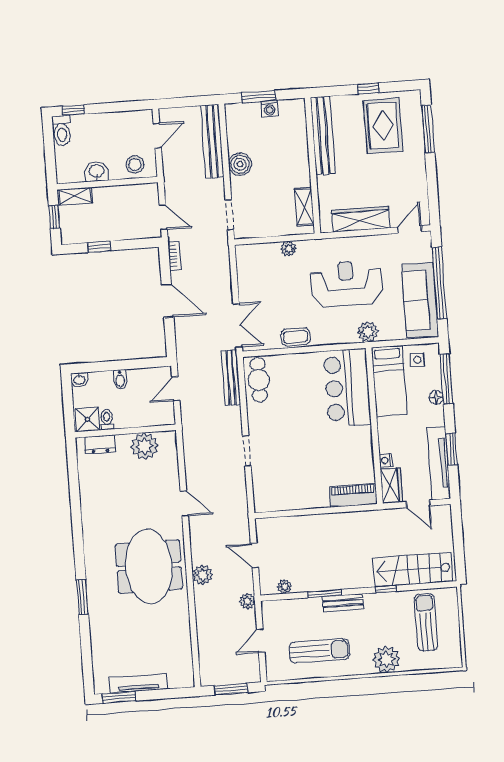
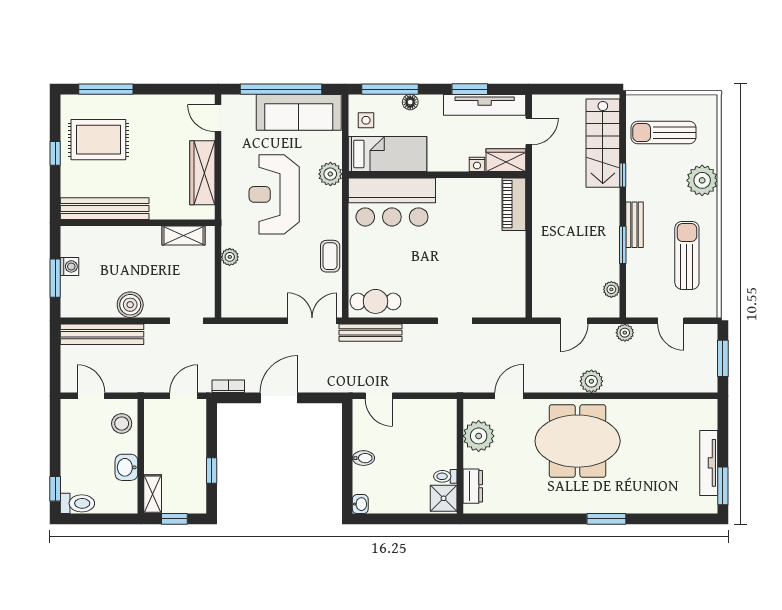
shower: (87, 419) -> (444, 498), moved
toilet: (107, 419) -> (445, 476), moved
wall: (125, 431) -> (460, 456), moved
dresser: (100, 444) -> (473, 486), moved
plant: (145, 446) -> (479, 436), moved

